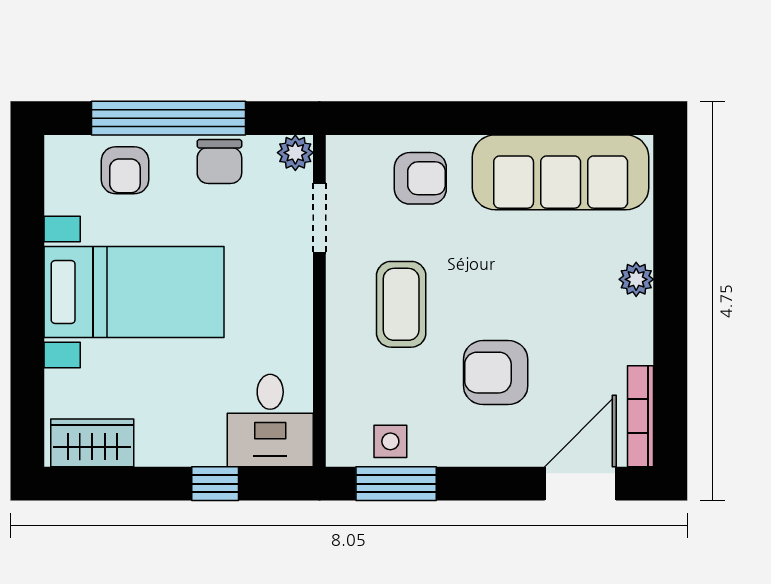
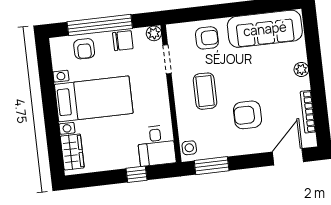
chair: (219, 161) -> (123, 41), turned -90
bookcase: (640, 416) -> (308, 112), moved
side table: (390, 441) -> (189, 148), moved
wardrobe: (92, 443) -> (72, 152), moved, turned 90

